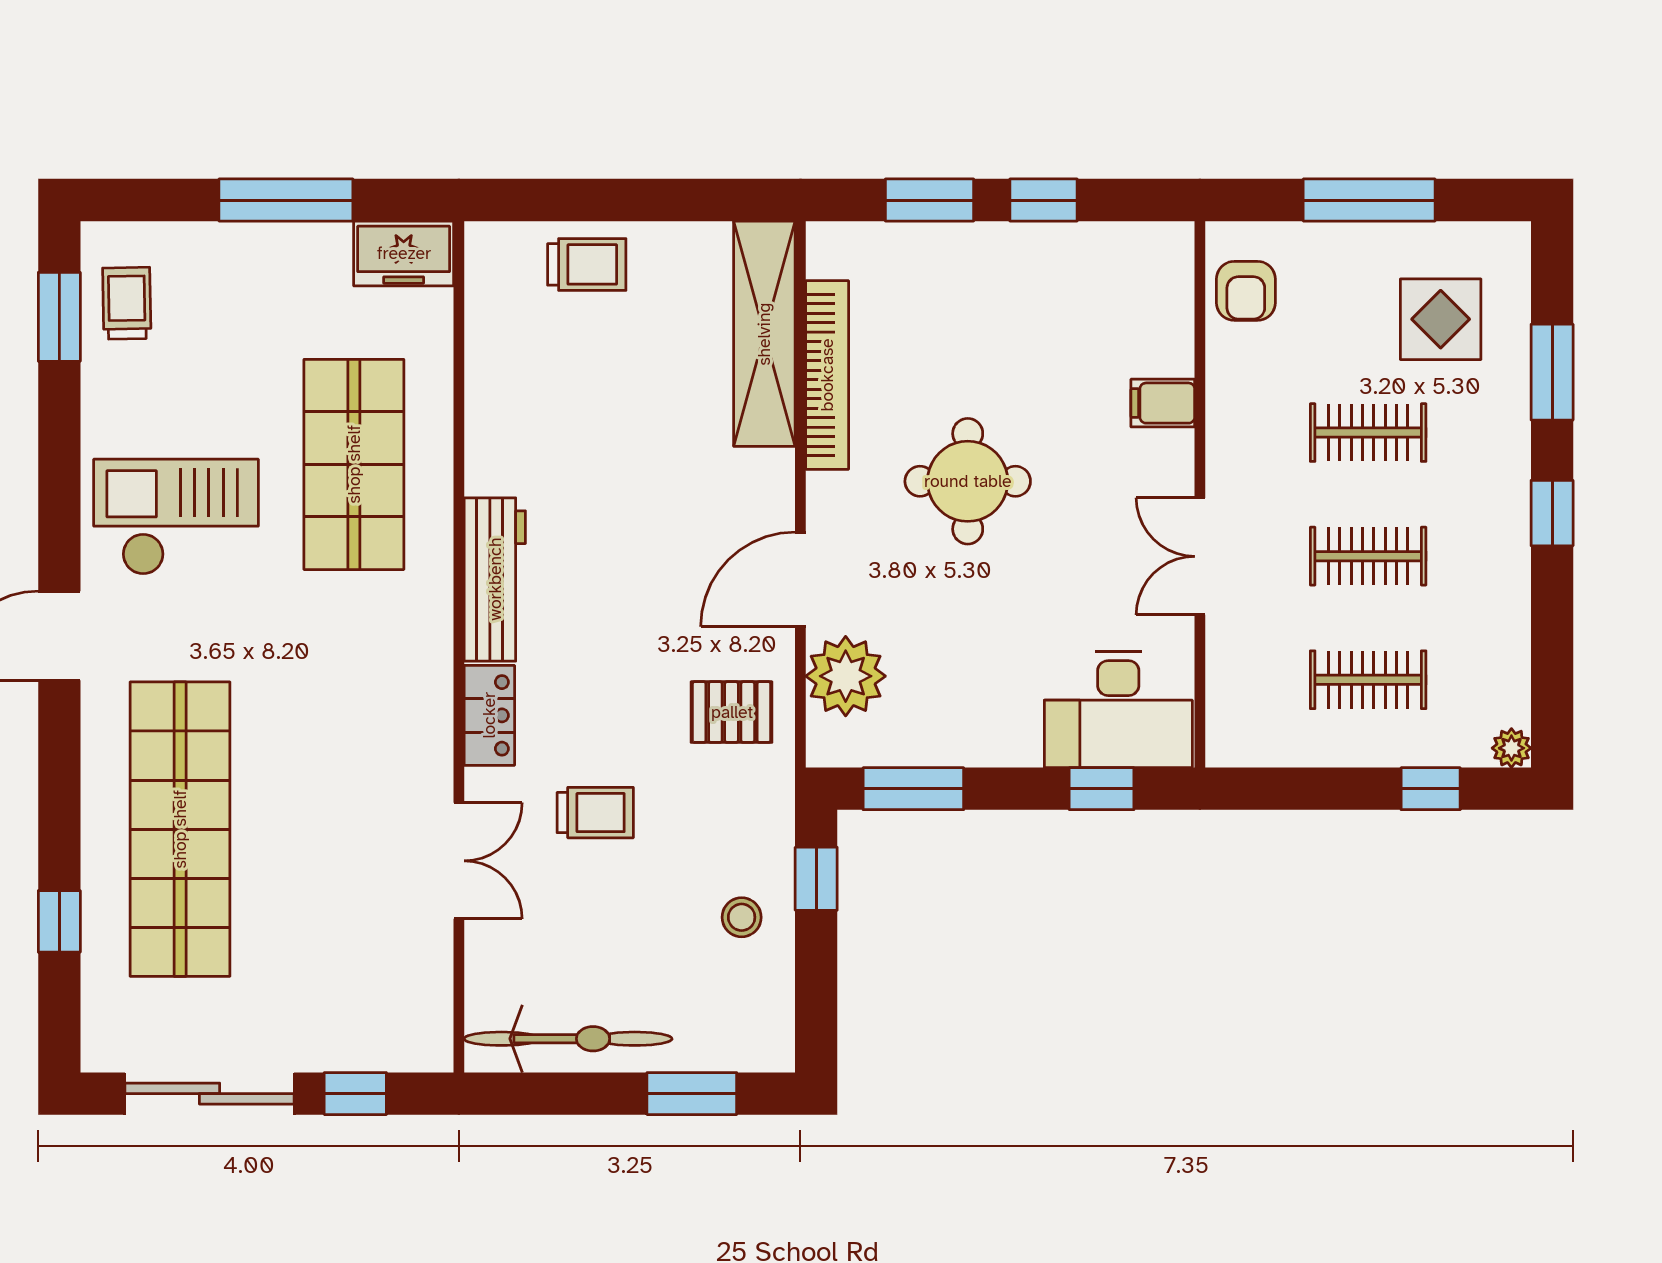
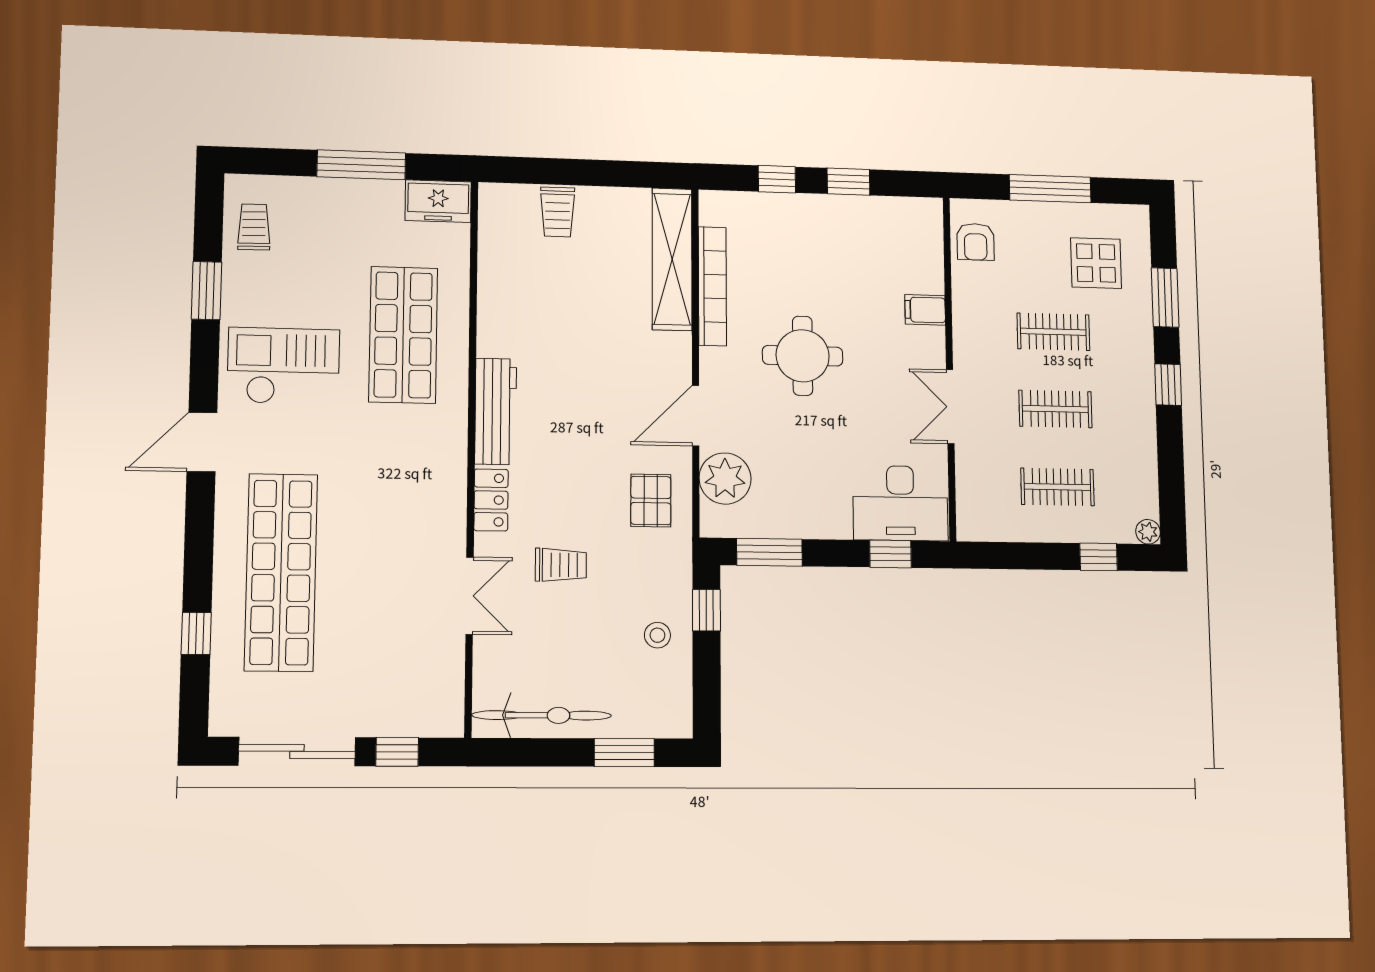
window: (930, 200) -> (777, 179), width x0.67
trolley: (587, 264) -> (558, 212), turned 90
window: (59, 317) -> (207, 291), moved
pallet: (732, 712) -> (651, 500), turned 90

